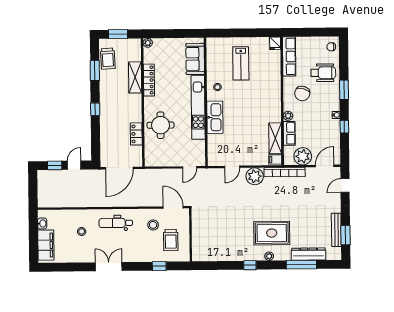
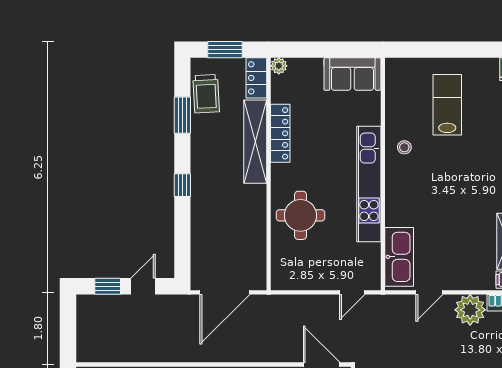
sofa: (195, 59) -> (352, 74), moved, turned -90
lab bench: (241, 63) -> (447, 105), turned 180
shelving: (135, 77) -> (255, 142), width x1.47
kitchen sink: (215, 117) -> (399, 257), moved
locker: (136, 134) -> (256, 78), moved

